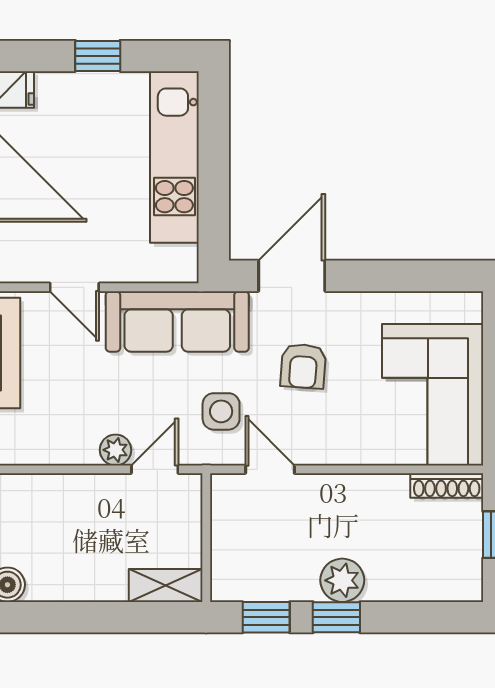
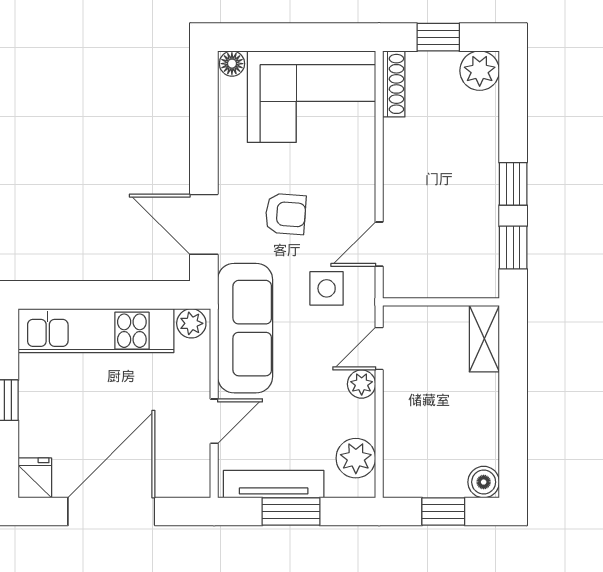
plant: (182, 262) -> (191, 323), added
floor lamp: (469, 307) -> (232, 64), added
plant: (34, 444) -> (356, 458), added
door: (155, 469) -> (379, 349), hinge flipped
plant: (342, 580) -> (480, 71), moved

